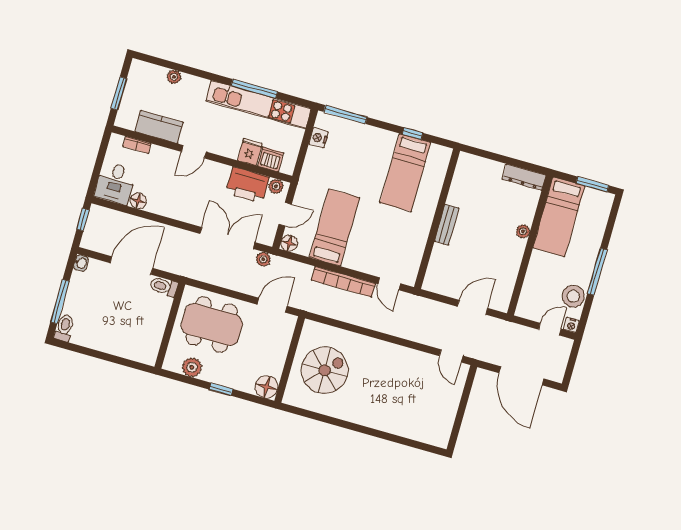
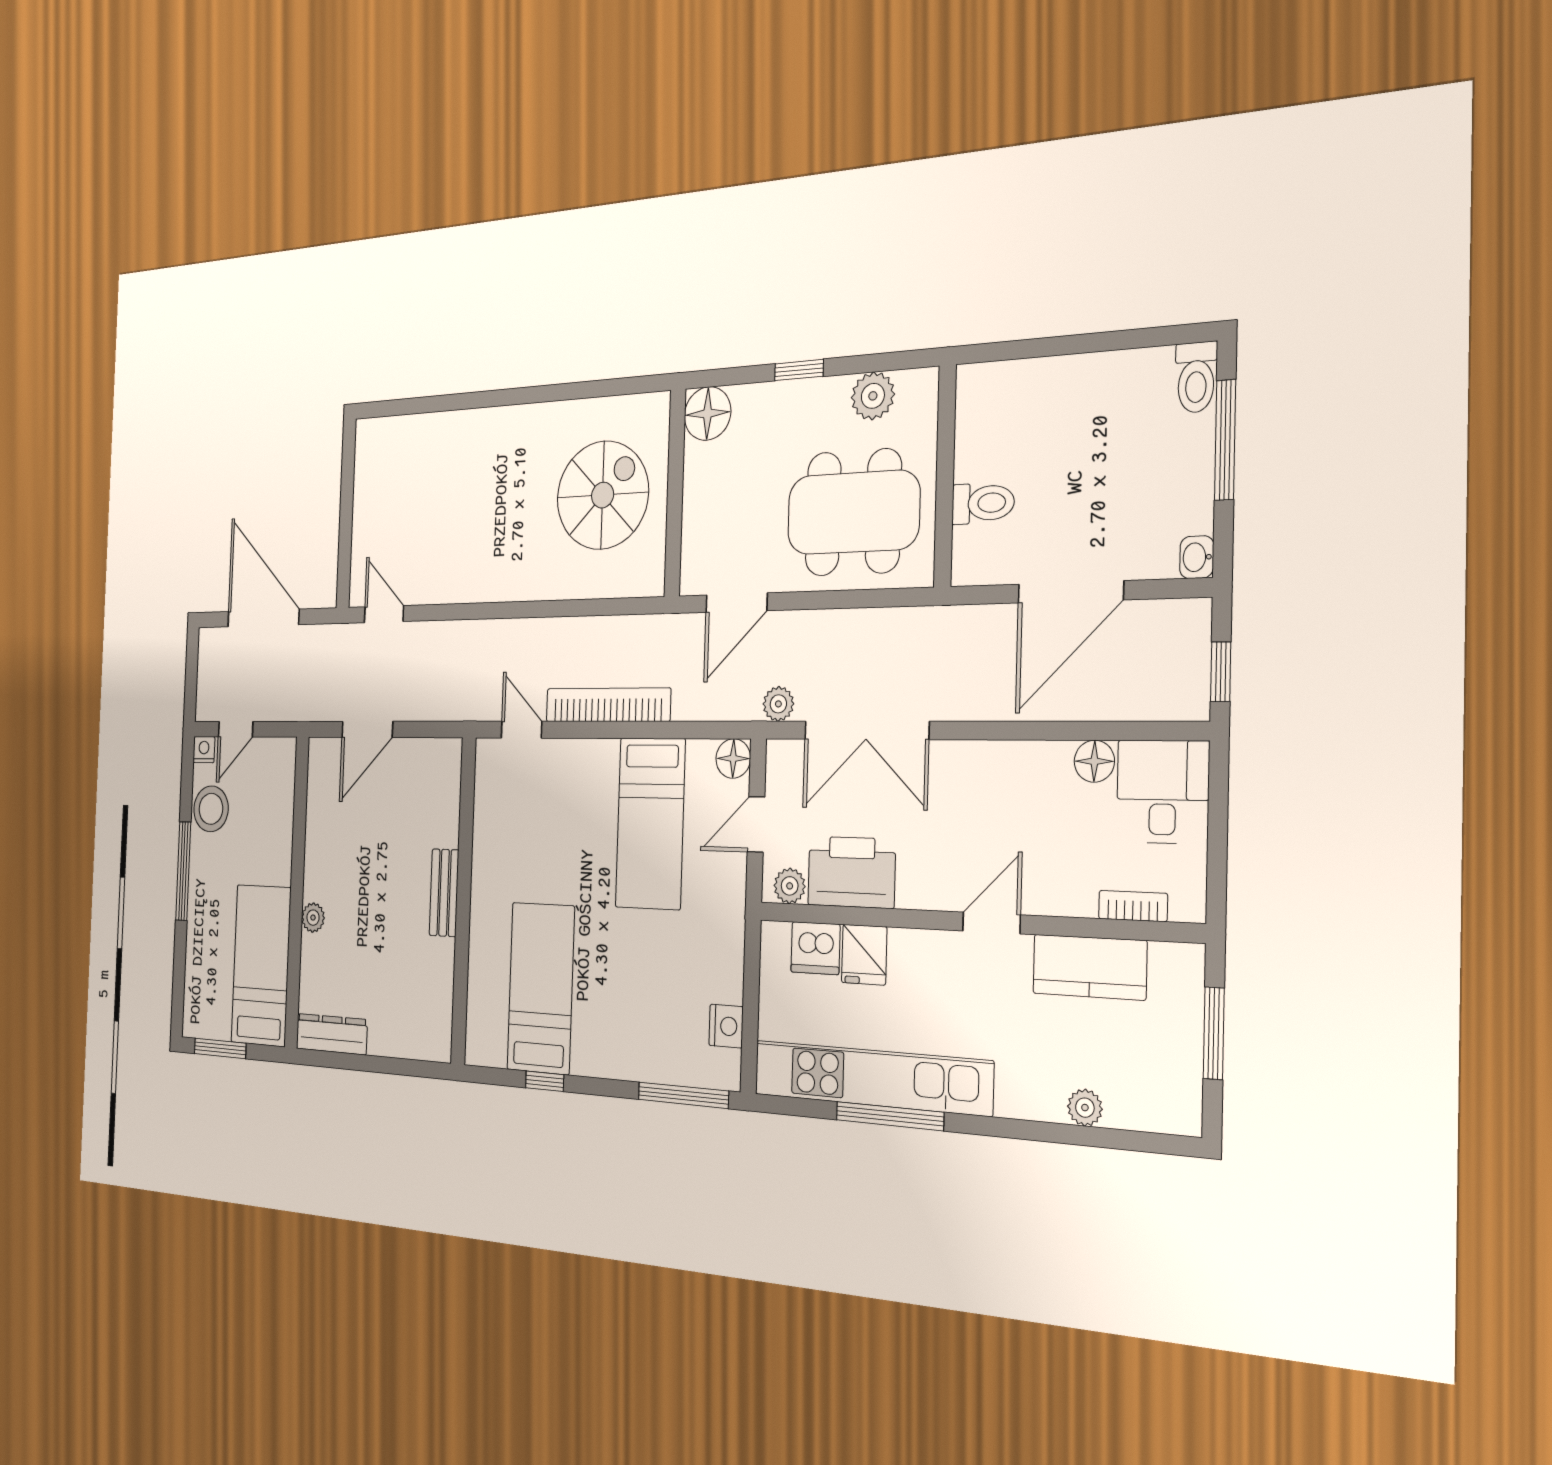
toilet: (164, 286) -> (983, 503), moved
spiral stairs: (325, 370) -> (603, 495), turned 180

